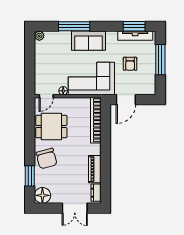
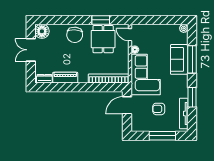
window: (134, 26) -> (192, 97), moved
sofa: (88, 41) -> (179, 59), moved
door: (126, 100) -> (127, 105), hinge flipped
chair: (47, 159) -> (75, 35), turned -72
window: (30, 176) -> (101, 20), moved
double door: (75, 208) -> (31, 50), moved

